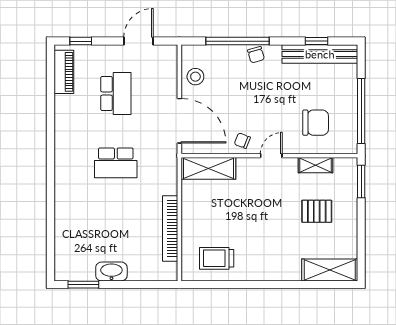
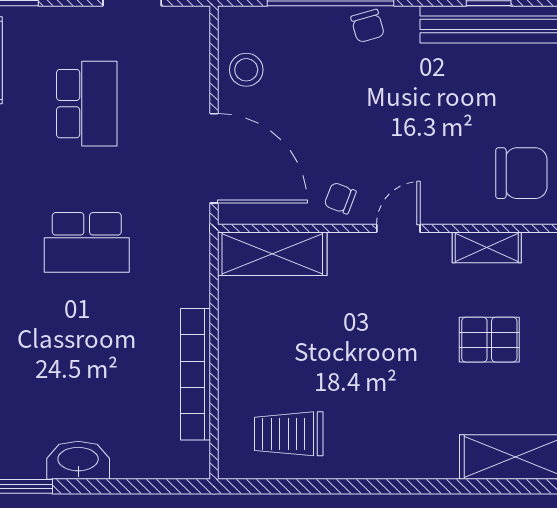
chair: (316, 123) -> (521, 173), moved

